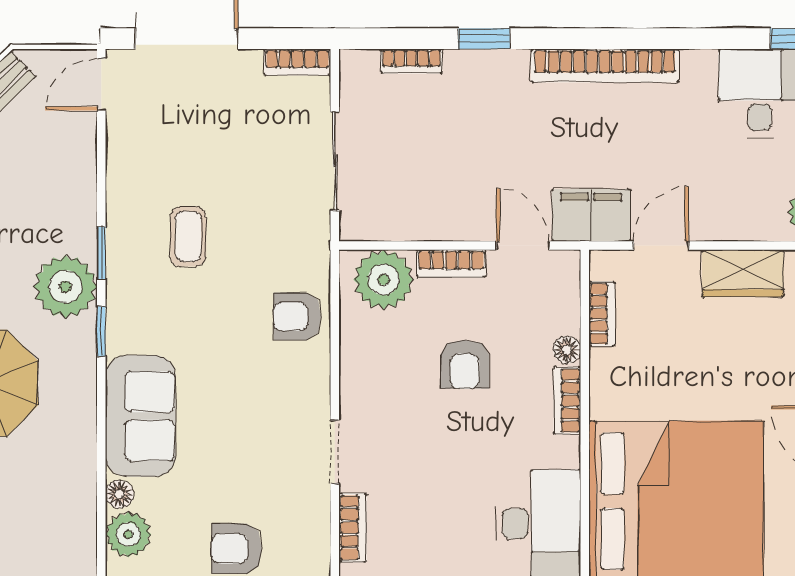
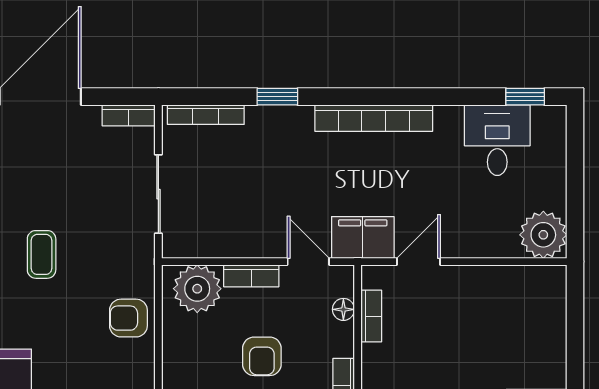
bookcase: (411, 61) -> (206, 115), width x1.56
wardrobe: (743, 273) -> (484, 284), removed
floor lamp: (567, 350) -> (343, 309), moved

